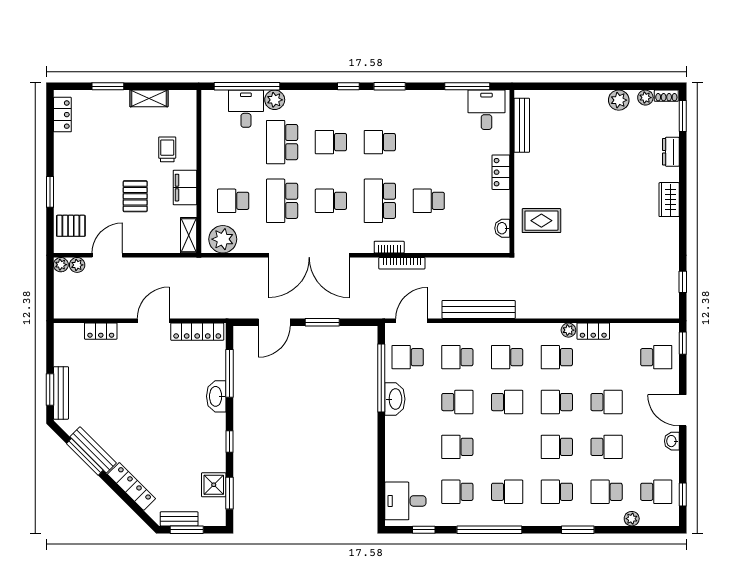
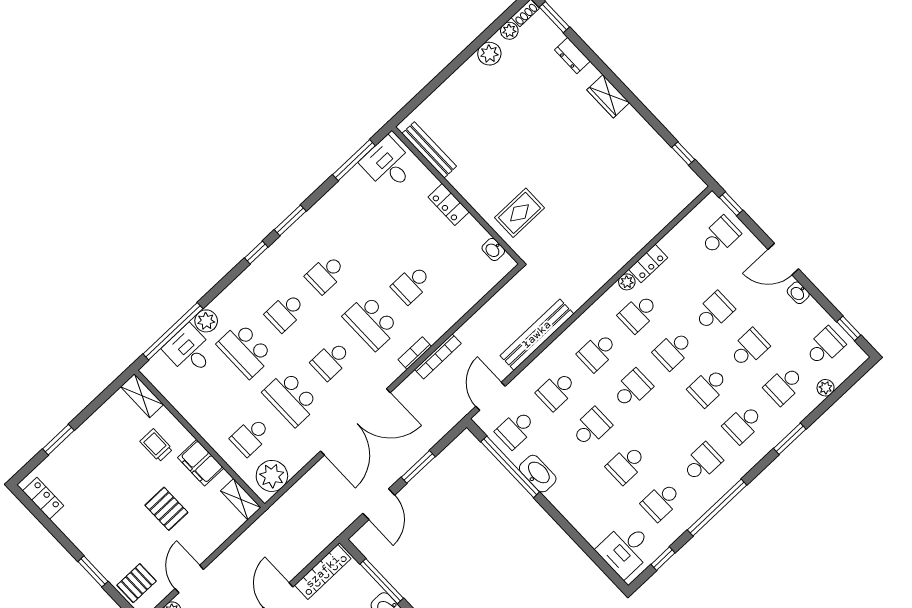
shelving: (149, 98) -> (142, 396), moved, turned 90

